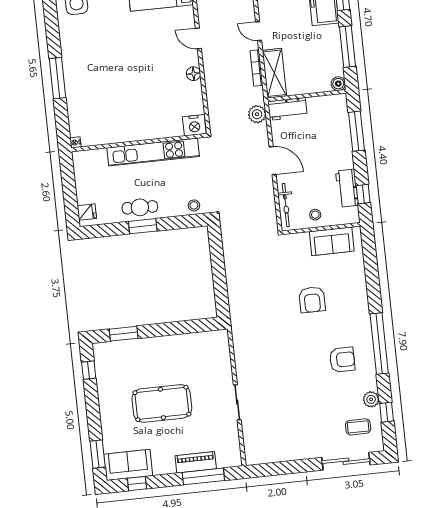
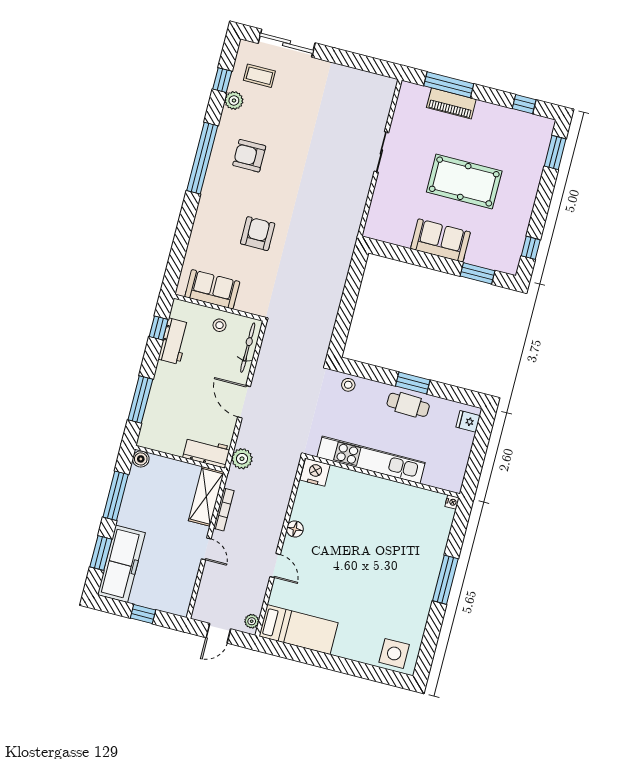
sofa: (128, 465) -> (441, 240), moved, turned 180

